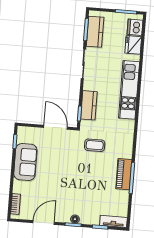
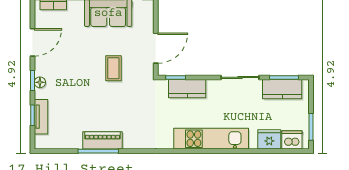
coffee table: (95, 145) -> (113, 68), moved
tv unit: (113, 221) -> (41, 117), moved
door: (44, 223) -> (32, 42), hinge flipped

